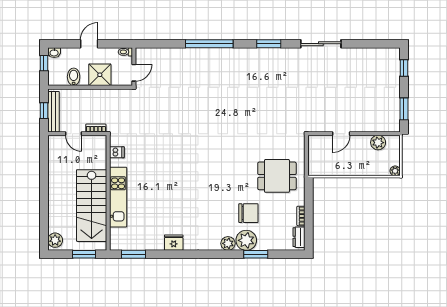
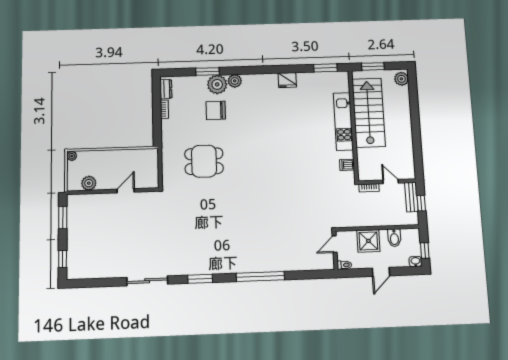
bench: (54, 112) -> (411, 197), width x0.73
dining table: (277, 176) -> (204, 161), moved

